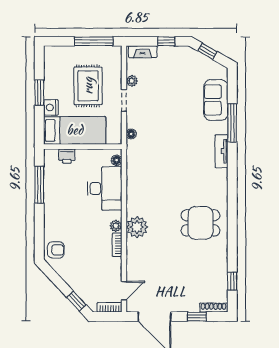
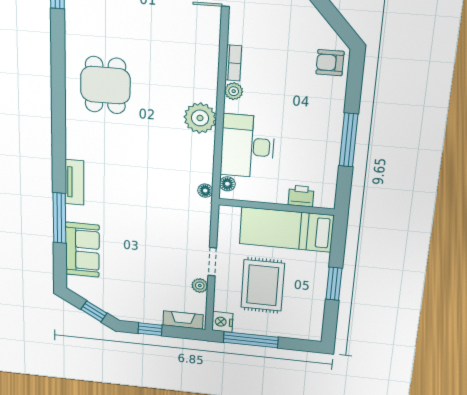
nightstand: (51, 107) -> (222, 322), moved, turned 180
floor lamp: (131, 134) -> (205, 191), moved
window: (39, 185) -> (349, 140), moved
dining table: (200, 223) -> (105, 85), turned 90
plant: (137, 227) -> (200, 118), moved

